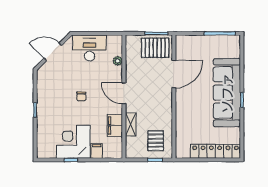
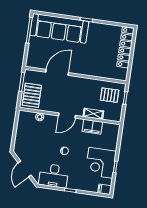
desk: (89, 48) -> (54, 176), moved, turned -90
pallet: (155, 48) -> (32, 95), moved
door: (174, 74) -> (57, 72), hinge flipped
sofa: (227, 93) -> (59, 28), moved
filing cabinet: (97, 151) -> (105, 189), moved

